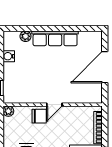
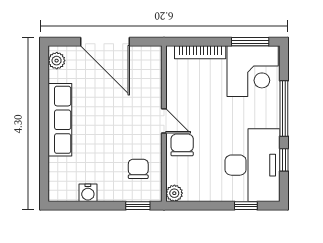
plant: (26, 36) -> (57, 61), moved
chair: (24, 88) -> (138, 169), added

